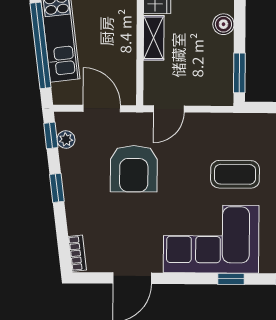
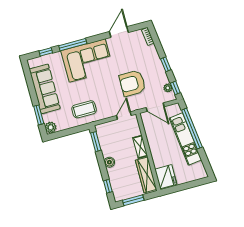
armchair: (134, 169) -> (132, 83), turned -90
coffee table: (235, 174) -> (84, 109), moved
window: (231, 279) -> (73, 45), width x2.17

